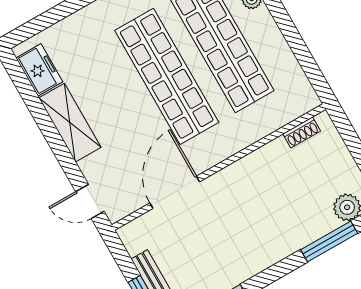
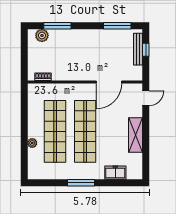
freezer: (39, 70) -> (115, 173), moved, turned 90
door: (90, 201) -> (146, 98), hinge flipped

